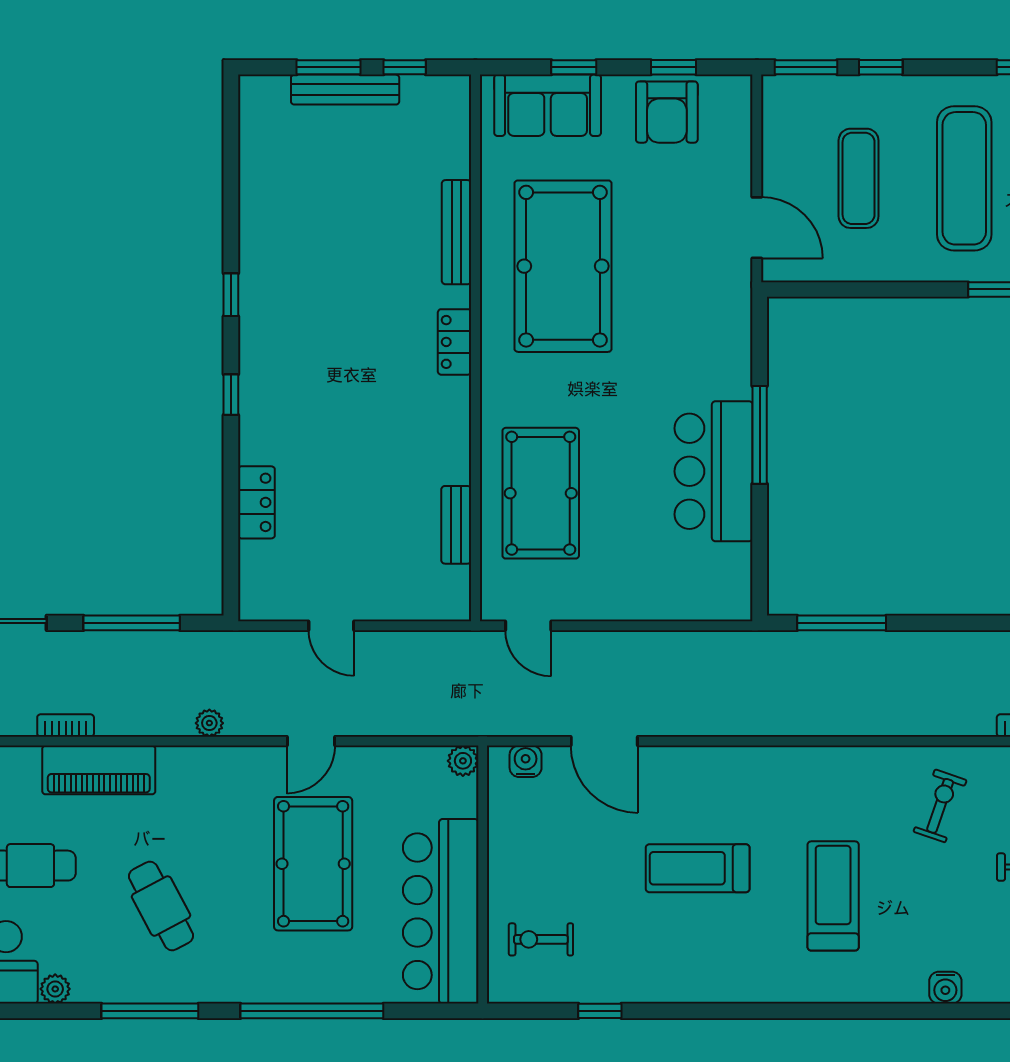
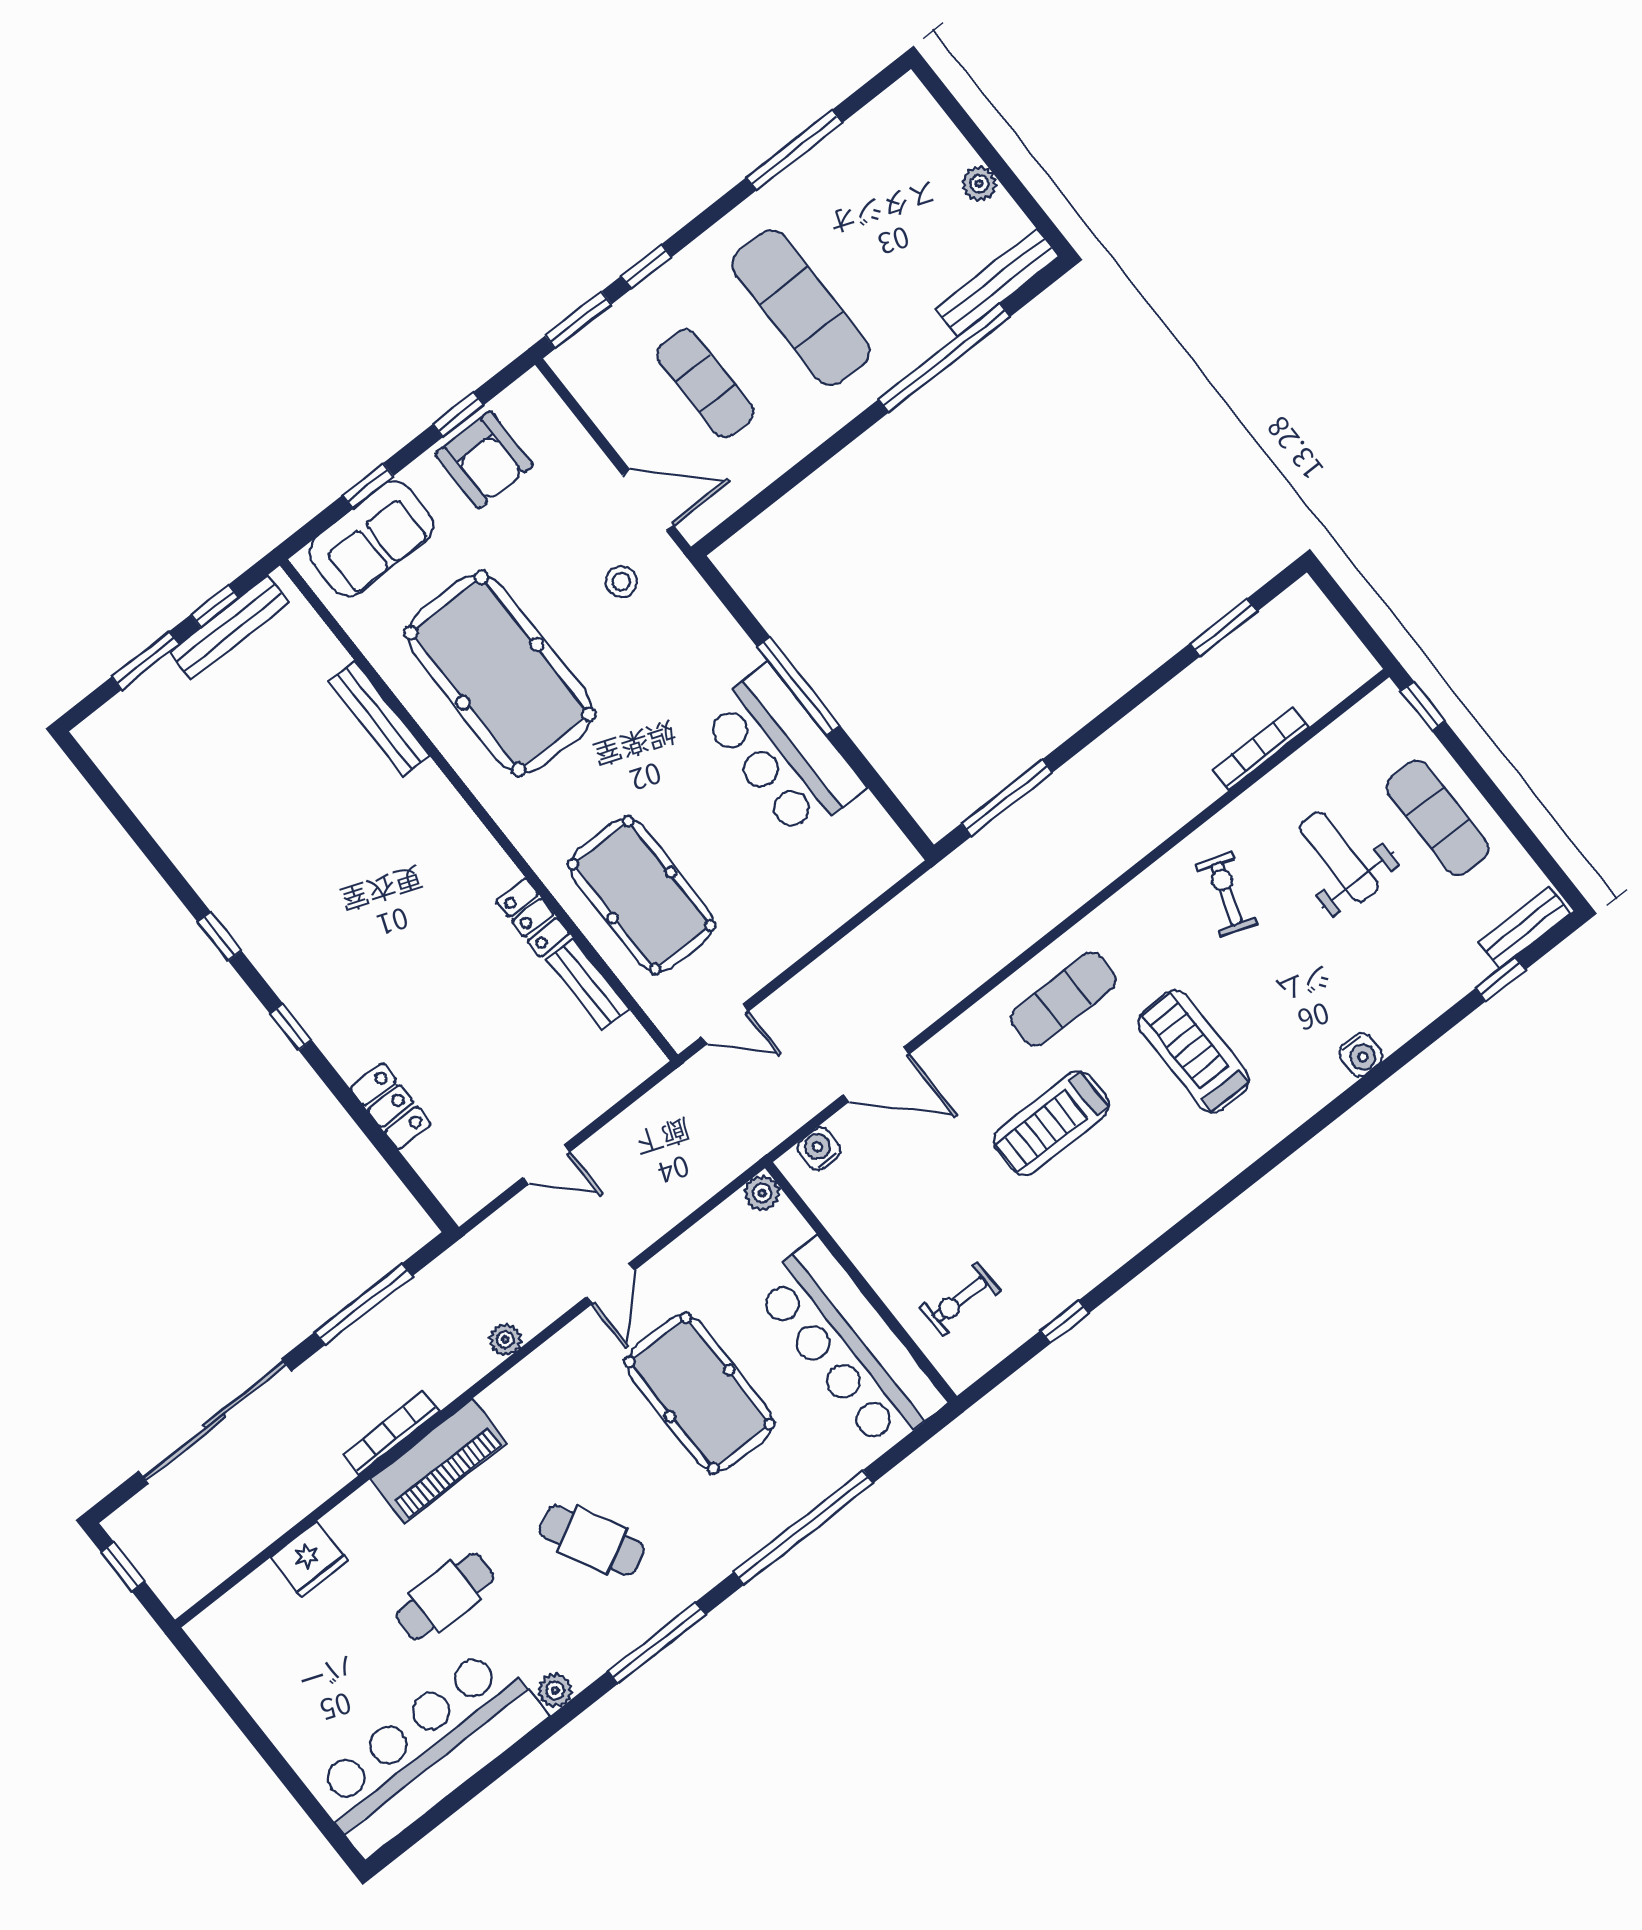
bench: (345, 90) -> (229, 628), moved
stool: (695, 269) -> (621, 582), added
locker: (455, 342) -> (533, 918), moved
bookcase: (66, 725) -> (391, 1433), width x1.56
exercise mat: (772, 790) -> (1063, 999), added

